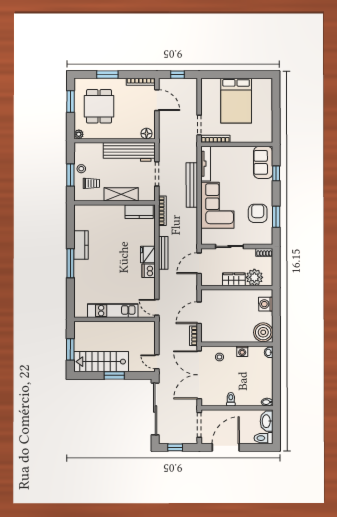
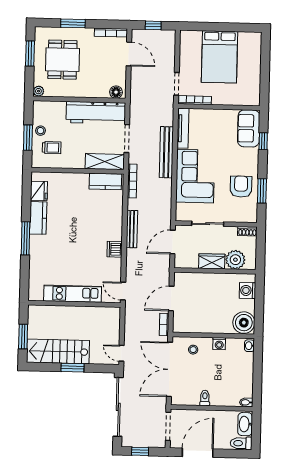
shelving: (121, 194) -> (105, 162), moved
fridge: (148, 255) -> (39, 191), moved, turned 180

